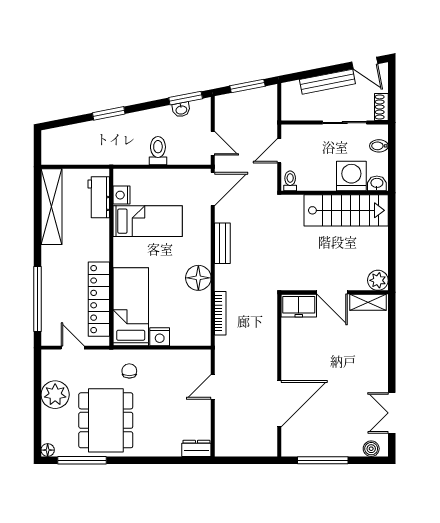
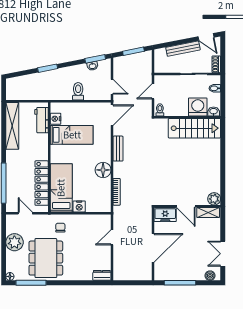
plant: (378, 280) -> (214, 199), moved
door: (332, 292) -> (186, 206), moved
wall: (335, 292) -> (187, 206), moved
shelving: (368, 302) -> (208, 212), moved
freezer: (299, 306) -> (165, 215), moved

